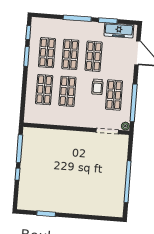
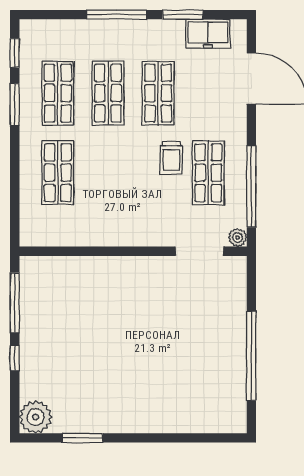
freezer: (119, 30) -> (208, 34), width x0.71
shop shelf: (67, 91) -> (108, 173), removed
plant: (25, 202) -> (36, 417), added

